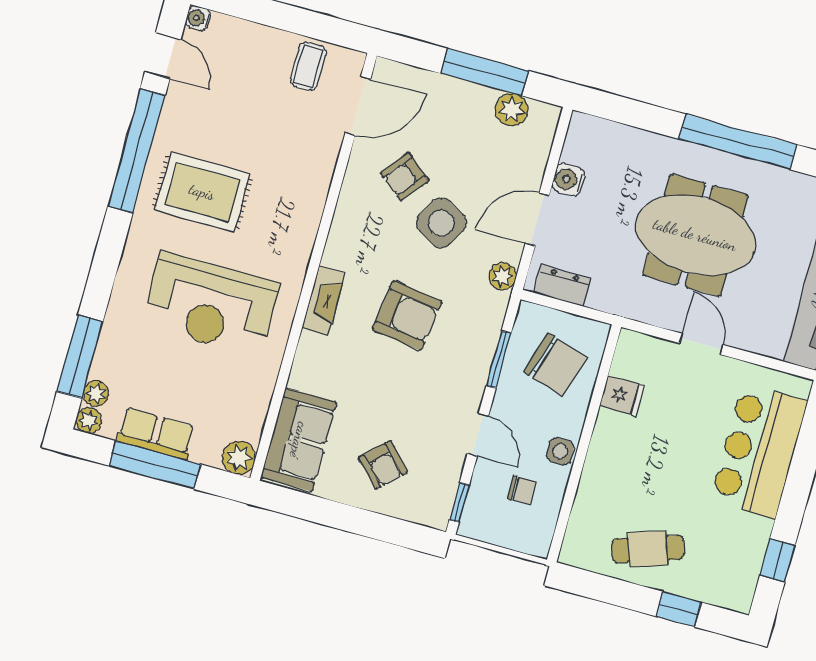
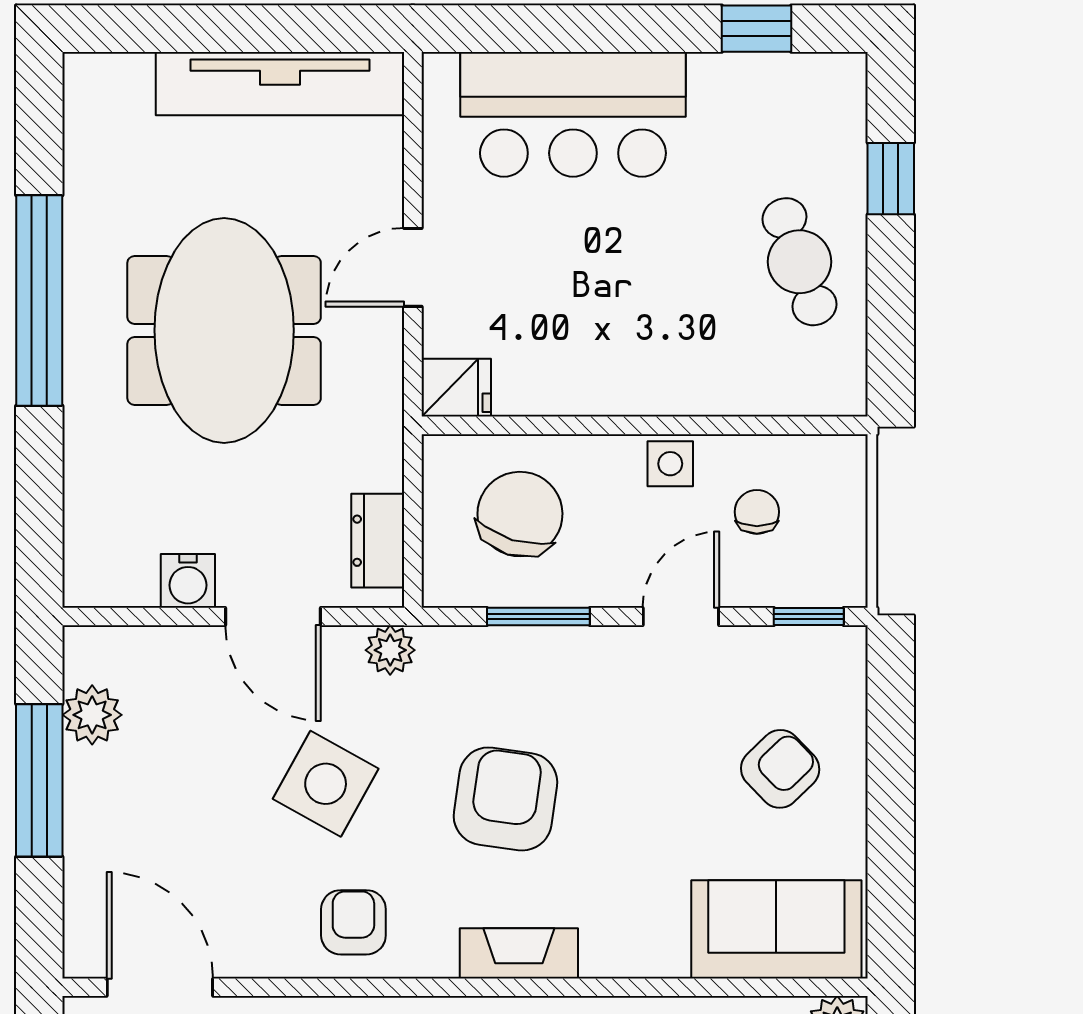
armchair: (405, 177) -> (353, 922), moved, turned -129
fridge: (622, 396) -> (456, 388), moved, turned 90

